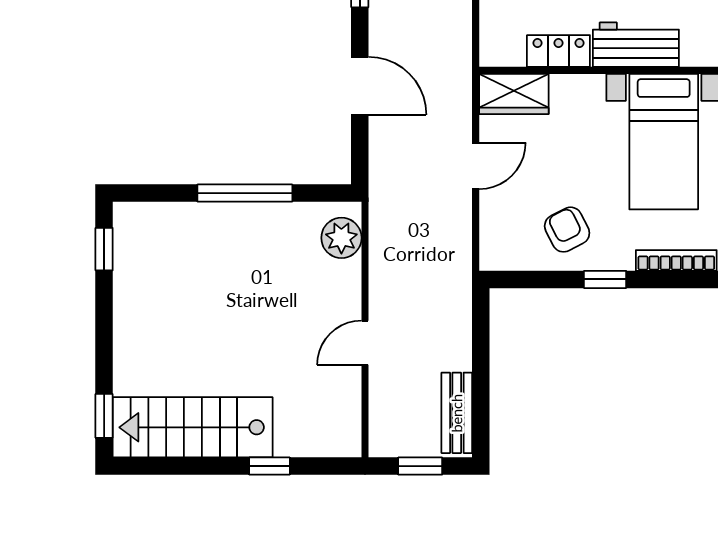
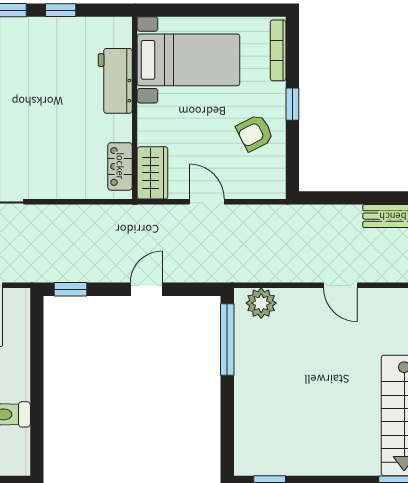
locker: (558, 51) -> (120, 166), moved
door: (360, 86) -> (146, 289), width x0.73
window: (245, 193) -> (227, 339), moved

